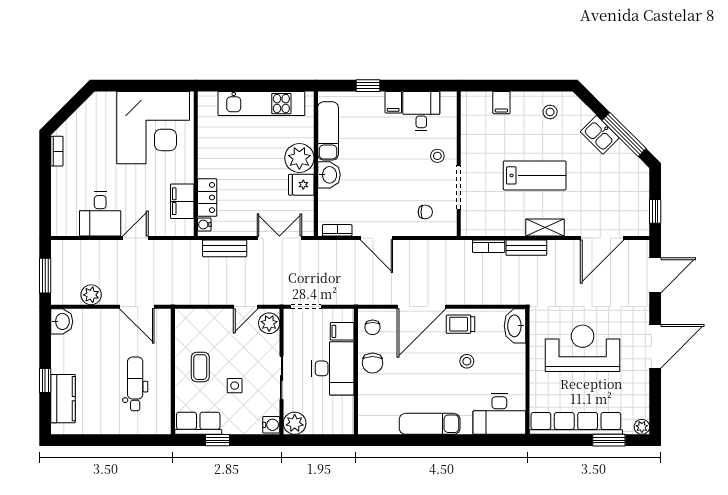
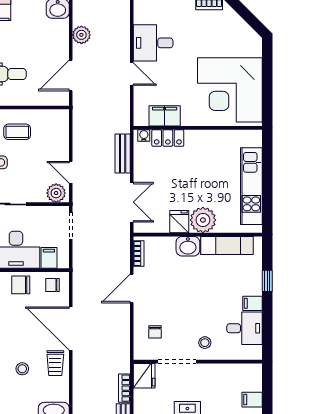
fridge: (475, 224) -> (144, 376), added
trolley: (460, 324) -> (55, 363), turned 180

